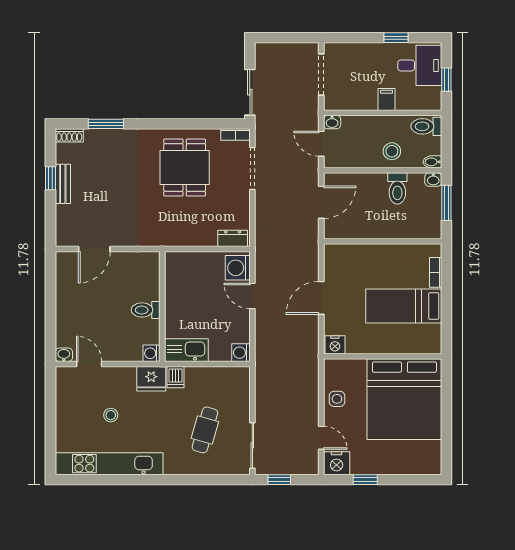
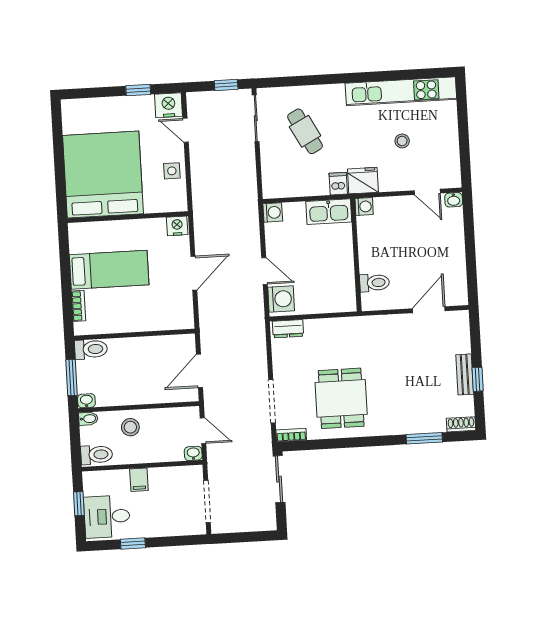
toilet: (397, 188) -> (91, 349), moved, turned 90
toilet: (146, 310) -> (374, 283), moved
cafe table: (205, 430) -> (305, 131), turned -44

